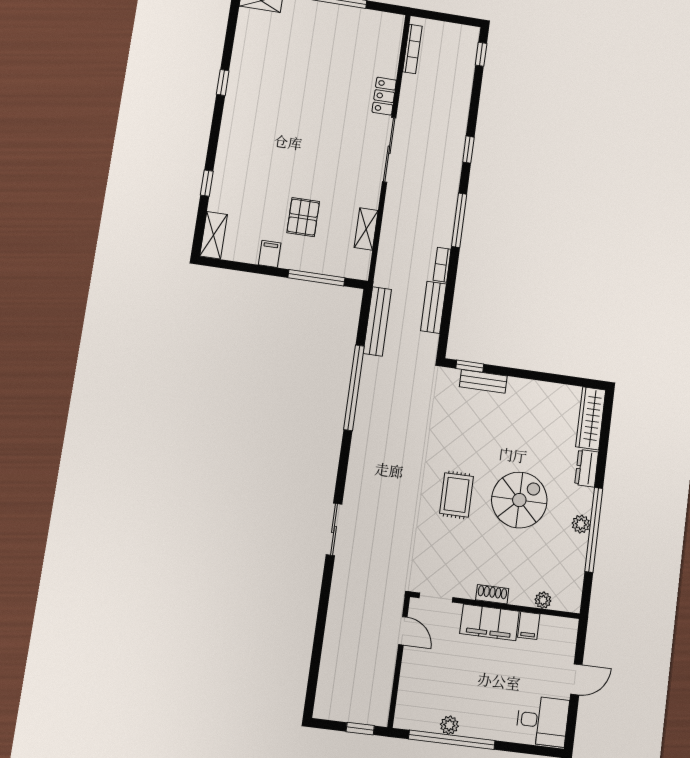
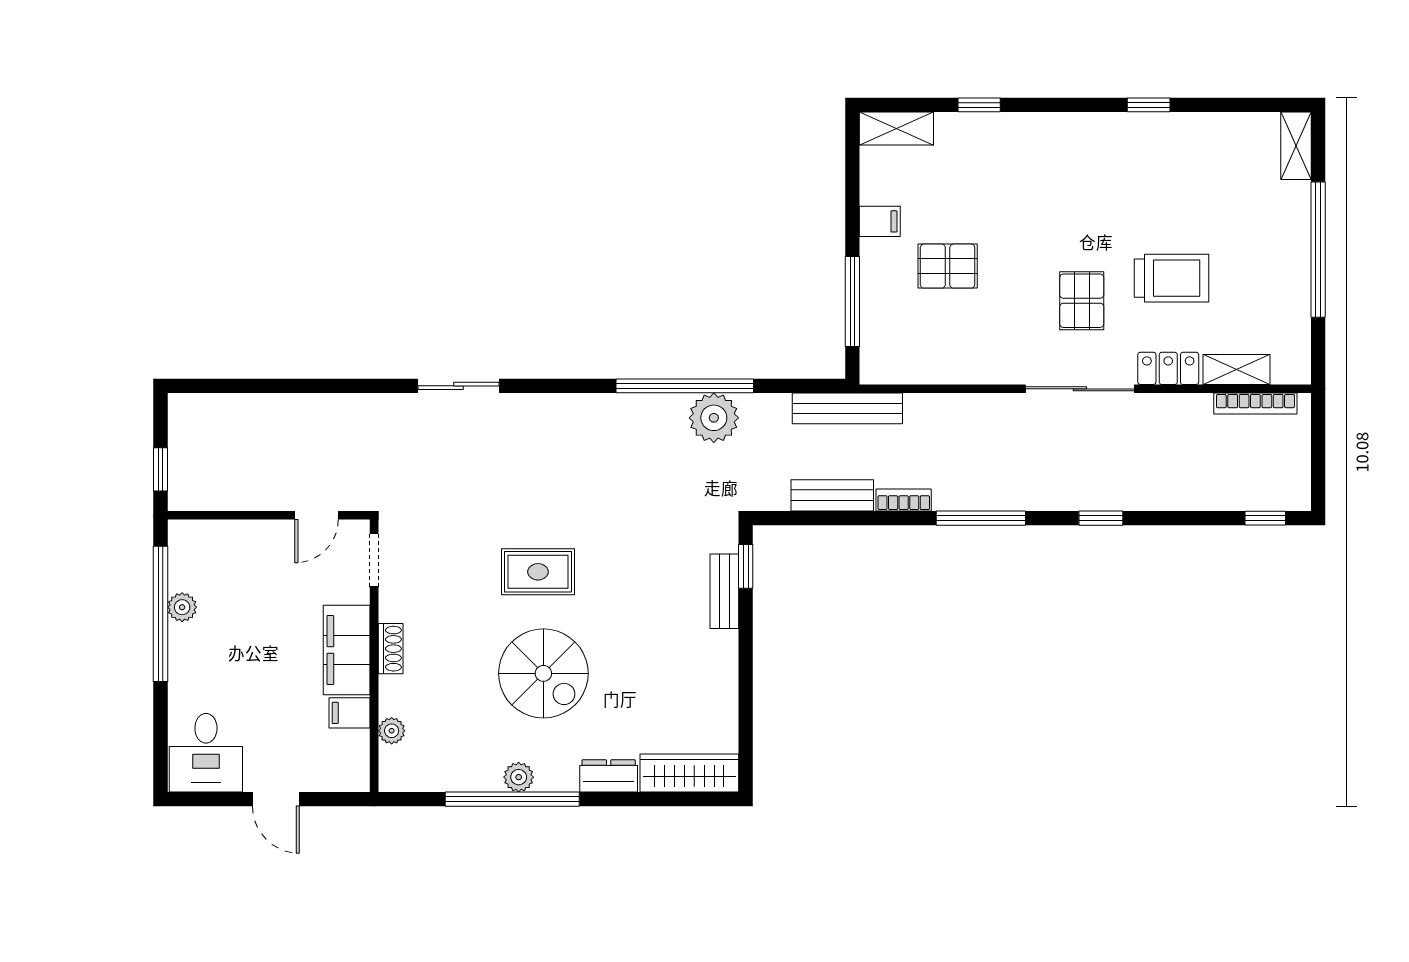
trolley: (330, 86) -> (1171, 278), added
pallet: (336, 140) -> (1082, 301), added
shelving: (366, 229) -> (1237, 370), moved
bench: (377, 321) -> (847, 408), moved
plant: (376, 373) -> (714, 418), added

